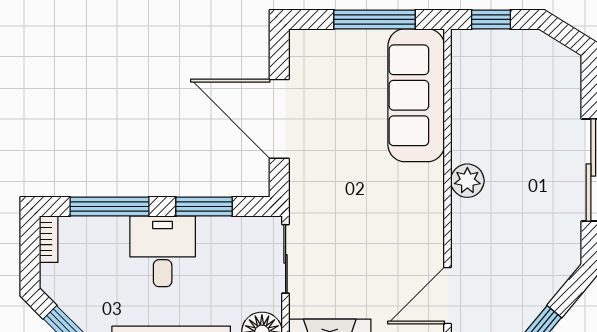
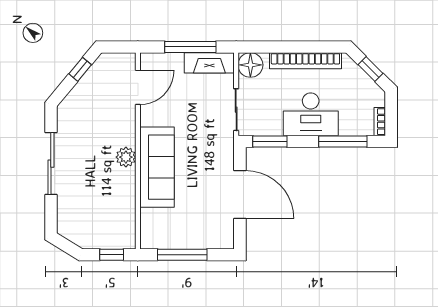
sofa: (416, 95) -> (157, 167), moved
window: (204, 206) -> (270, 141), moved
desk: (163, 251) -> (311, 114), width x1.37

